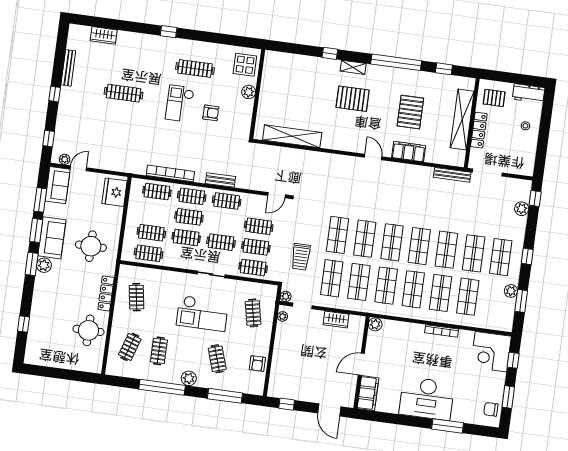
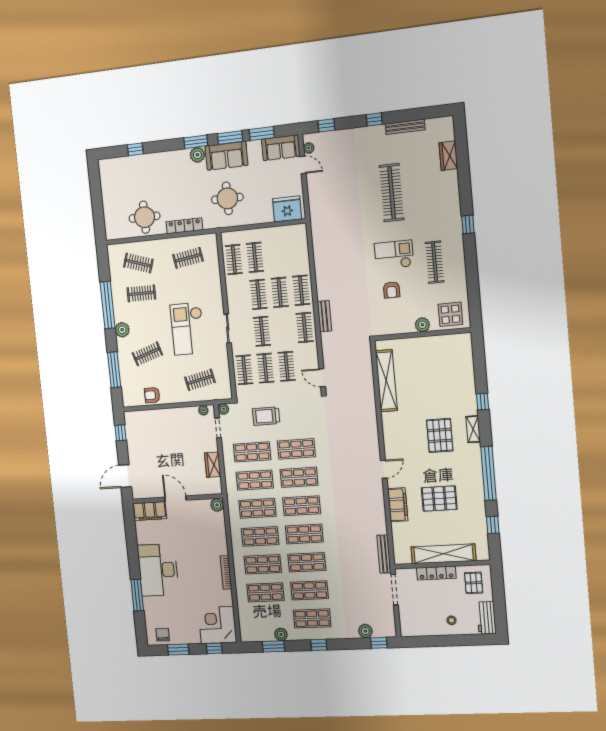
clothes rail: (124, 93) -> (392, 193), width x1.37, depth x1.31
bookcase: (170, 173) -> (319, 263), removed
clothes rail: (157, 192) -> (298, 253), removed

